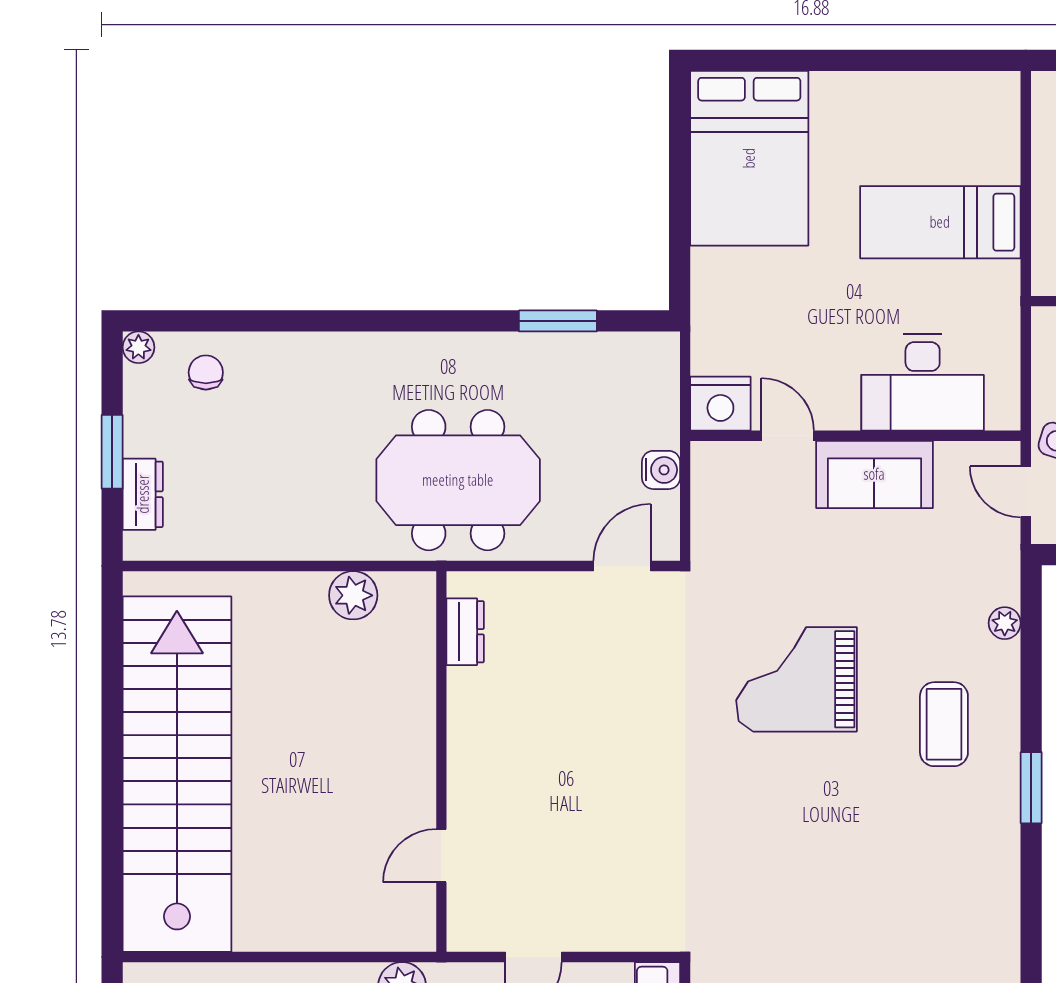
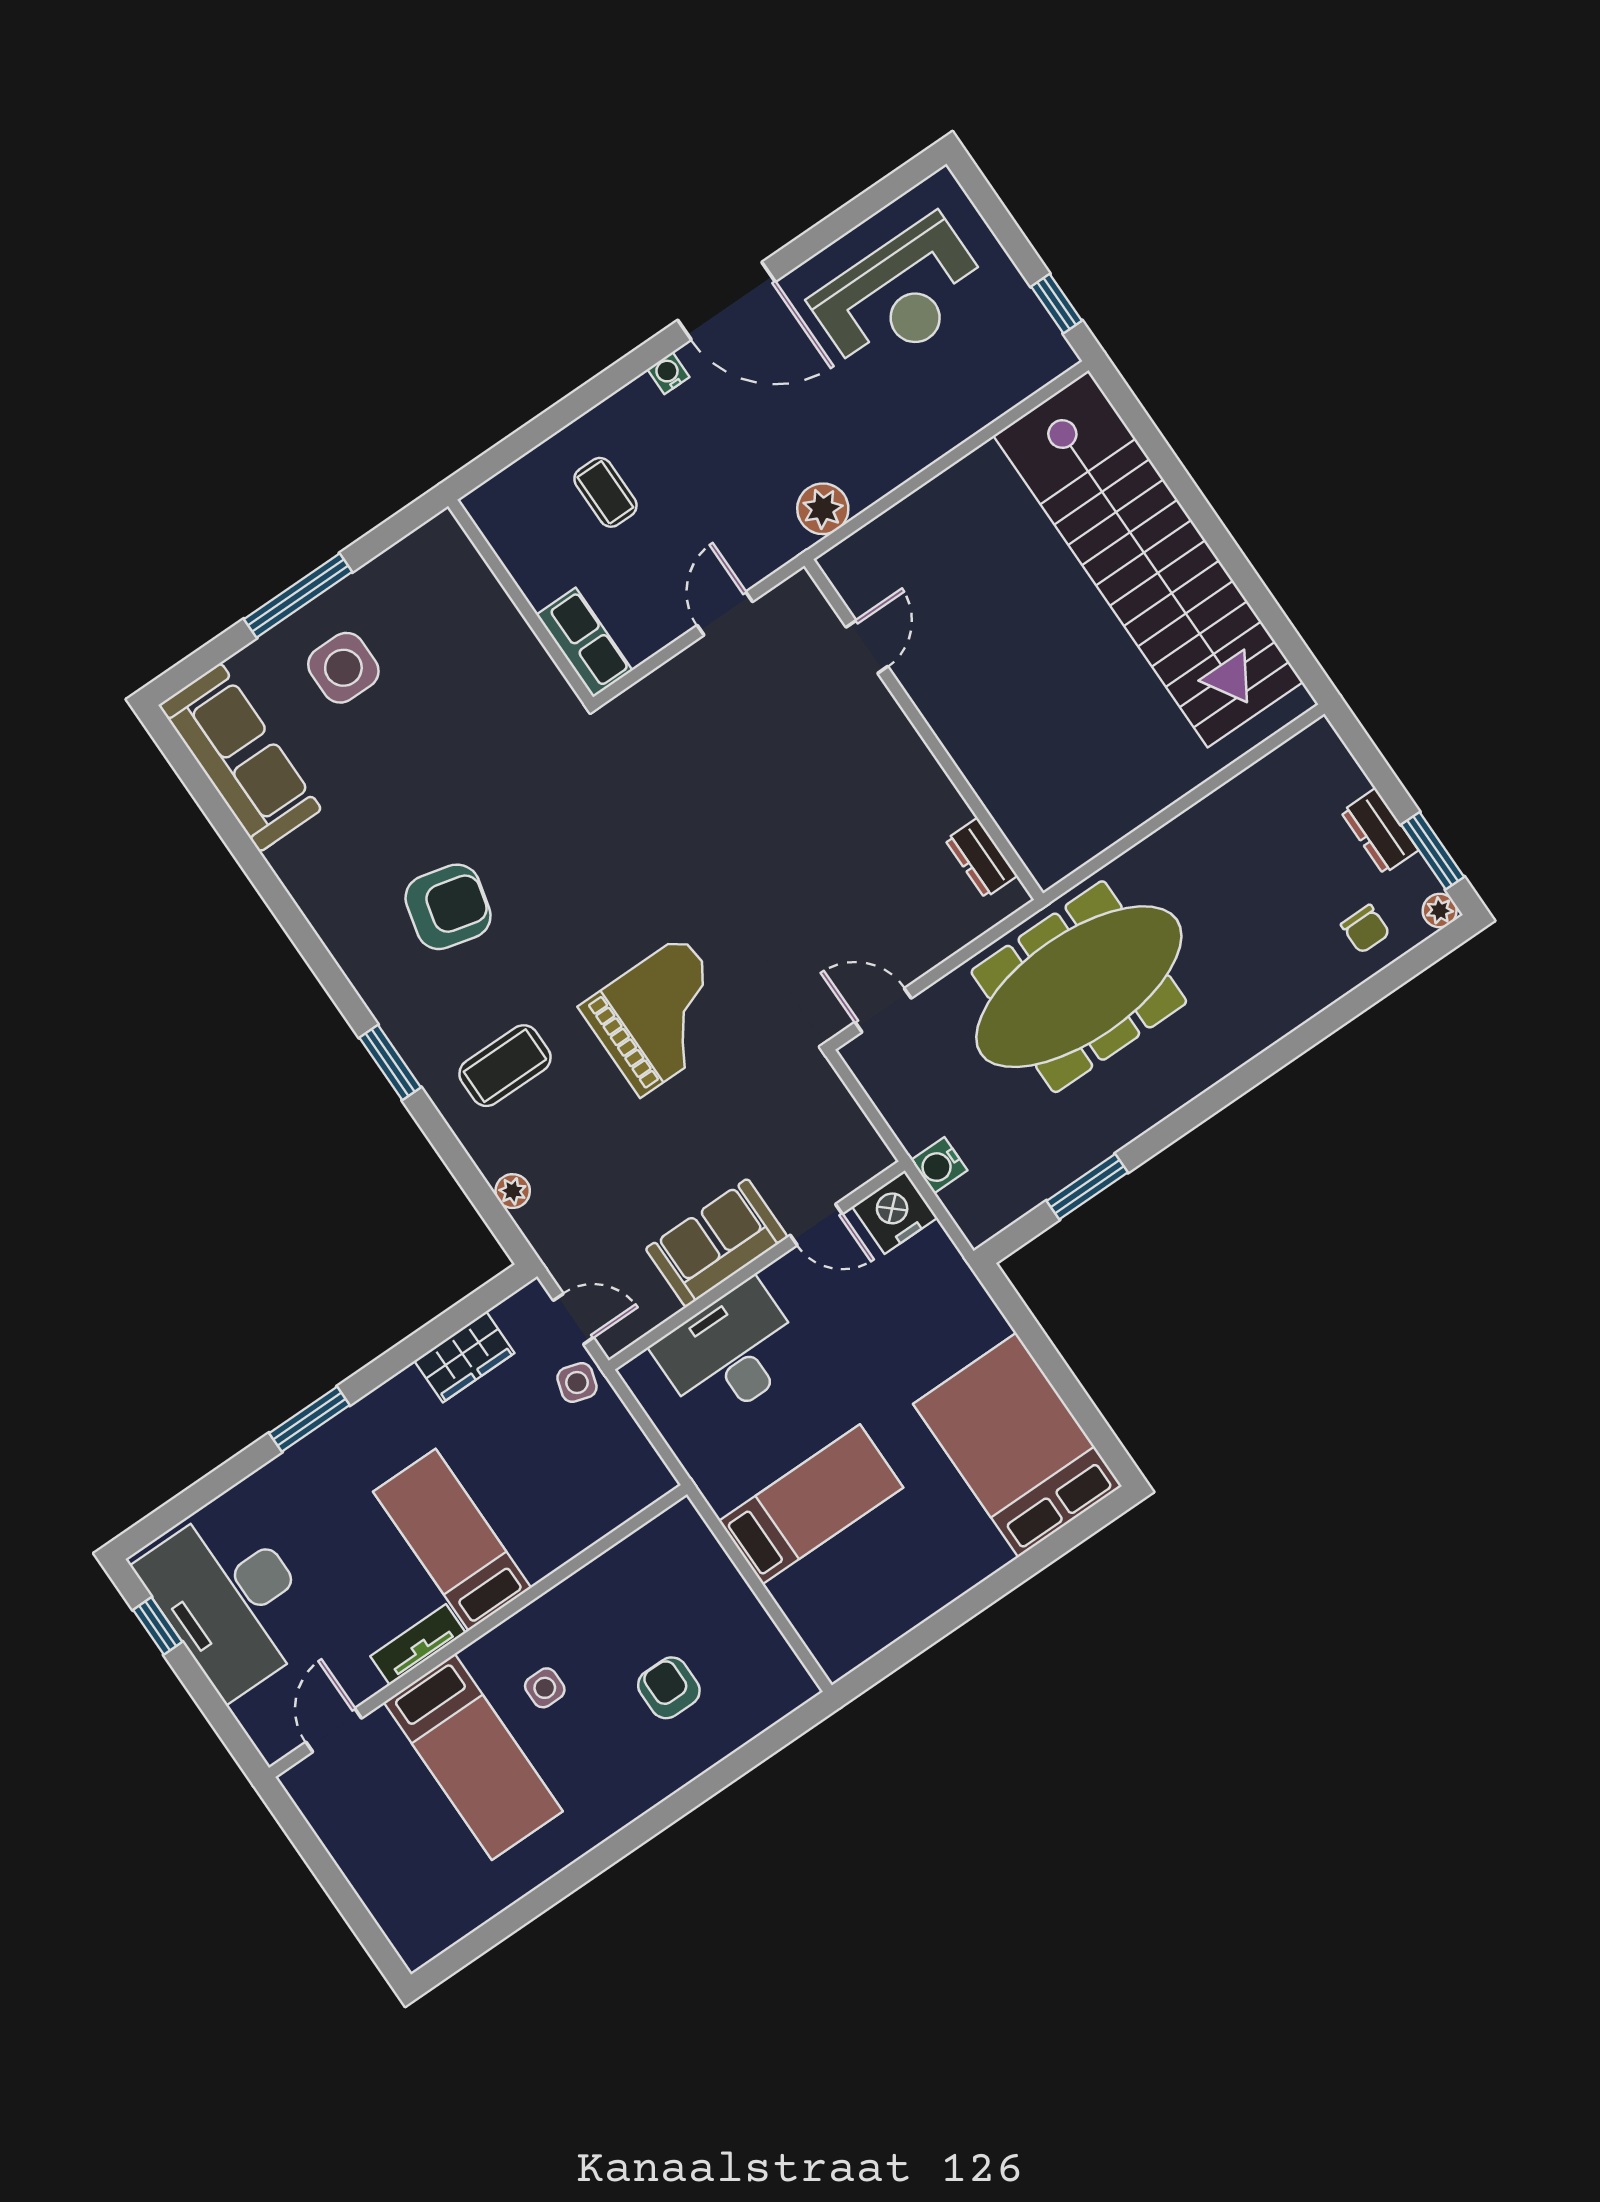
window: (112, 452) -> (1433, 851), moved
water cooler: (661, 470) -> (939, 1165), moved
meeting table: (458, 480) -> (1079, 987), width x1.36
dresser: (143, 494) -> (1380, 831), moved
door: (622, 566) -> (883, 1010), swing flipped
plant: (353, 595) -> (1101, 822), removed
coffee table: (944, 724) -> (505, 1066), turned 90
armchair: (904, 877) -> (448, 907), added

